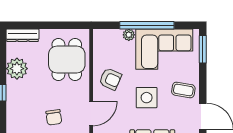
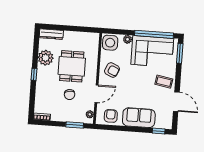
window: (147, 25) -> (154, 34), moved
dining table: (67, 59) -> (72, 66), moved
side table: (147, 98) -> (110, 43), moved

